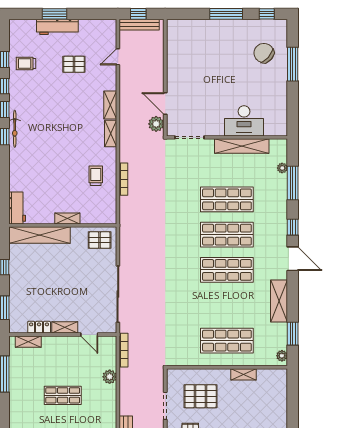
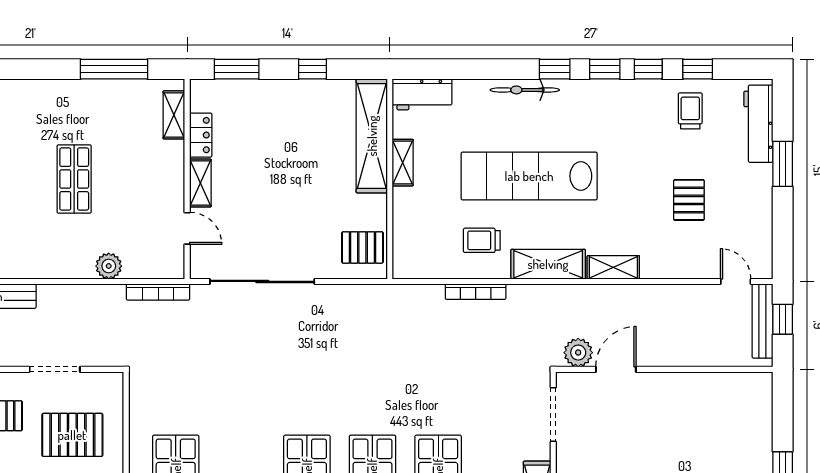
workbench: (57, 27) -> (758, 124), moved
door: (118, 57) -> (736, 281), moved
bicycle: (15, 129) -> (525, 90), moved
shelving: (111, 133) -> (548, 264), width x1.50, depth x1.33
lab bench: (61, 150) -> (529, 176), added
trolley: (96, 176) -> (482, 240), turned 180
shelving: (67, 218) -> (403, 163), moved
pallet: (100, 240) -> (362, 247), turned 90
door: (89, 334) -> (187, 228), swing flipped
pallet: (201, 396) -> (72, 435), turned 90

